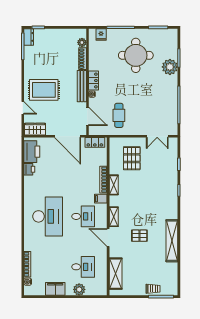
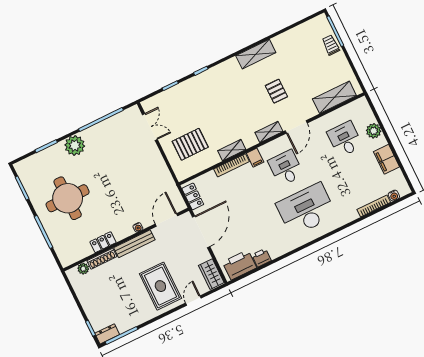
fridge: (101, 35) -> (63, 251), removed
plant: (170, 67) -> (75, 146), moved
locker: (94, 80) -> (103, 242), moved
cafe table: (119, 115) -> (147, 184), removed
shelving: (172, 241) -> (256, 54), width x0.68

